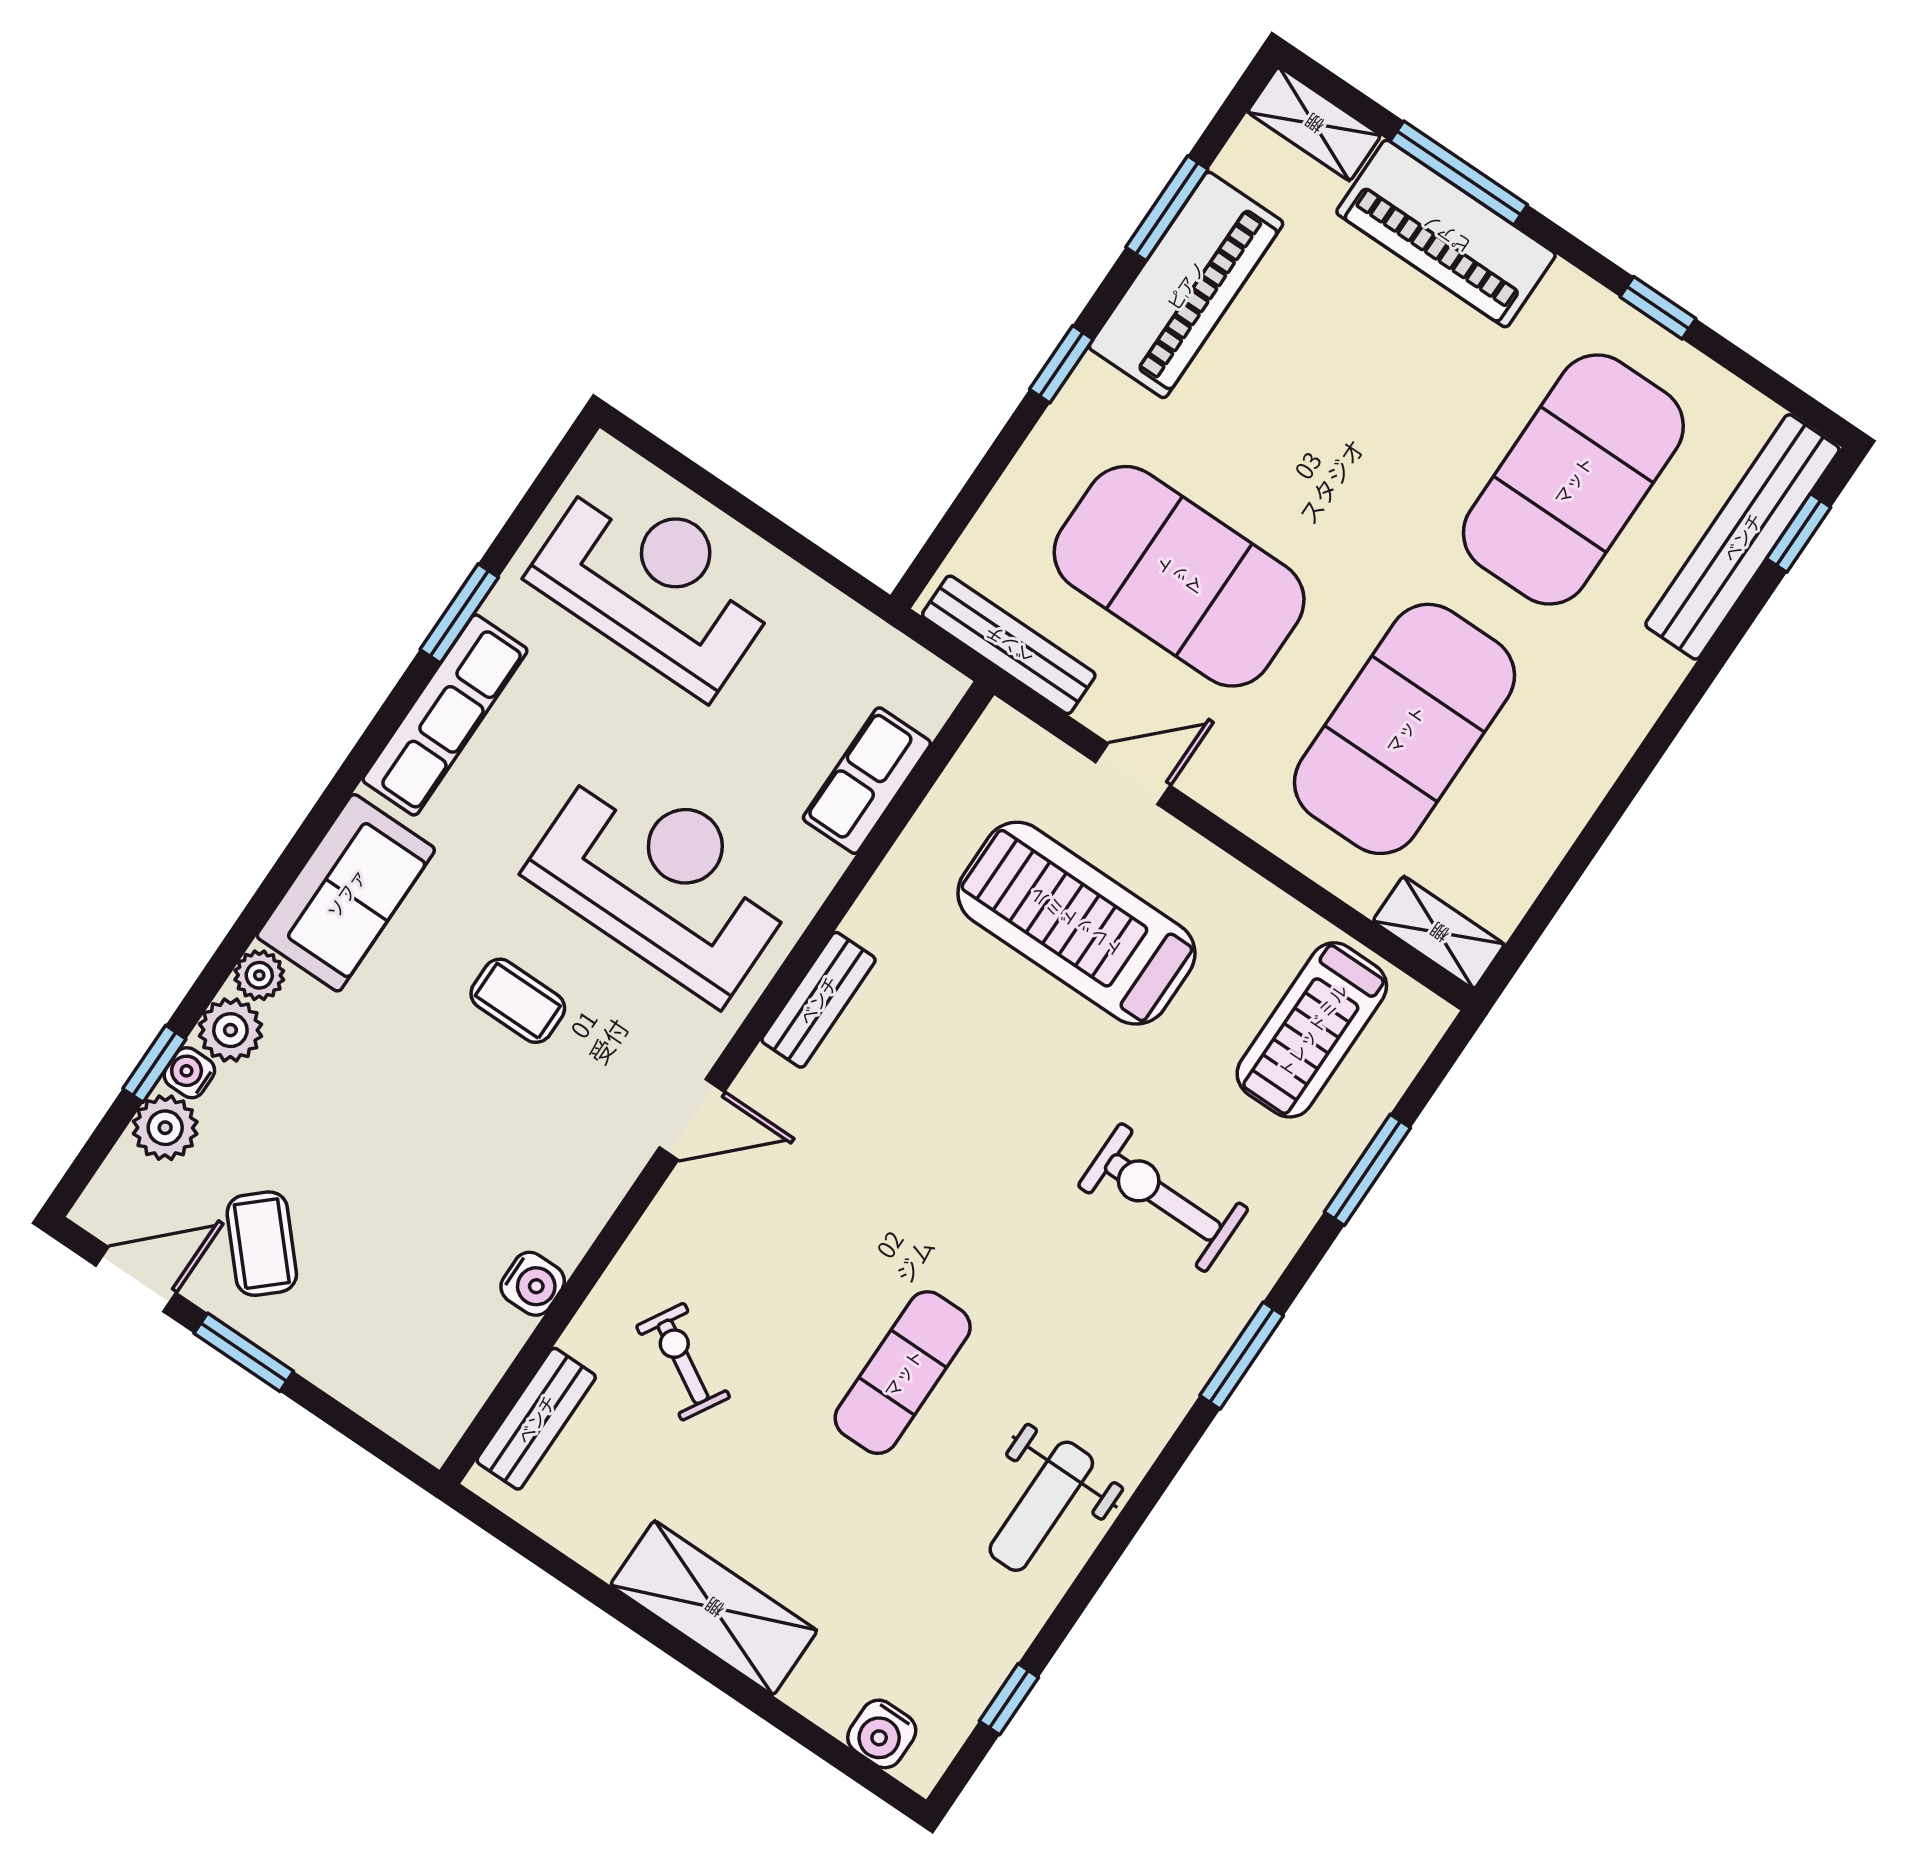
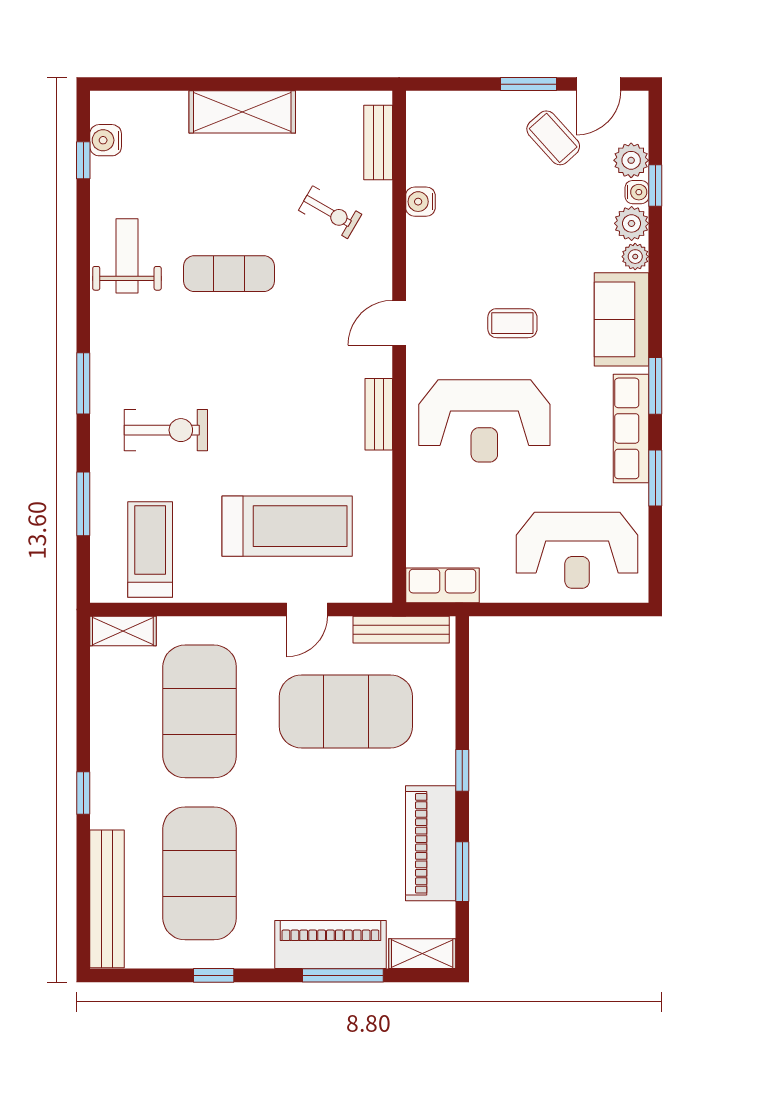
window: (1799, 533) -> (83, 793), moved
window: (363, 755) -> (655, 386), added
row of seats: (867, 781) -> (442, 585), moved, turned -90
exercise mat: (903, 1373) -> (229, 274), turned 90
water cooler: (882, 1734) -> (106, 140), moved, turned -90

